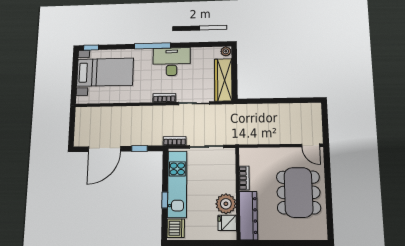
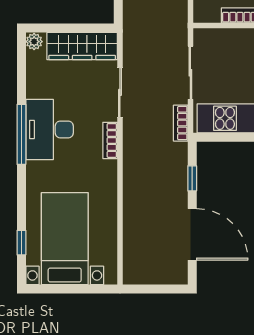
window: (152, 46) -> (21, 134), moved
window: (91, 48) -> (21, 243), moved

